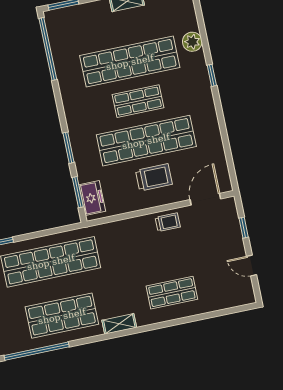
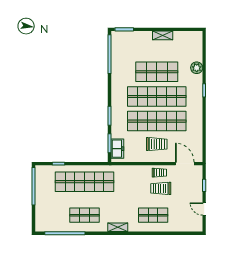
shop shelf: (130, 62) -> (157, 72), width x0.71
shop shelf: (138, 101) -> (157, 96), width x2.00, depth x1.36
door: (205, 199) -> (185, 164), hinge flipped
trolley: (175, 247) -> (161, 188), added
shop shelf: (62, 316) -> (85, 215), width x0.70, depth x0.74

